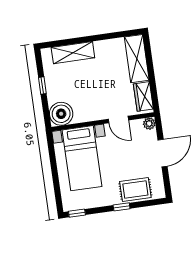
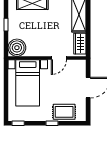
door: (118, 120) -> (59, 58), hinge flipped
plant: (149, 124) -> (81, 64), removed

